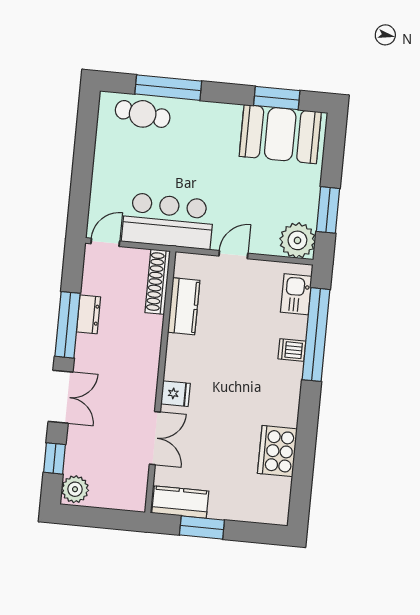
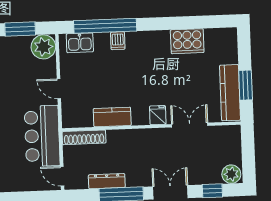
kitchen counter: (184, 306) -> (112, 117), moved
dresser: (88, 314) -> (107, 181), width x1.44
kitchen counter: (180, 502) -> (230, 93), width x1.50

